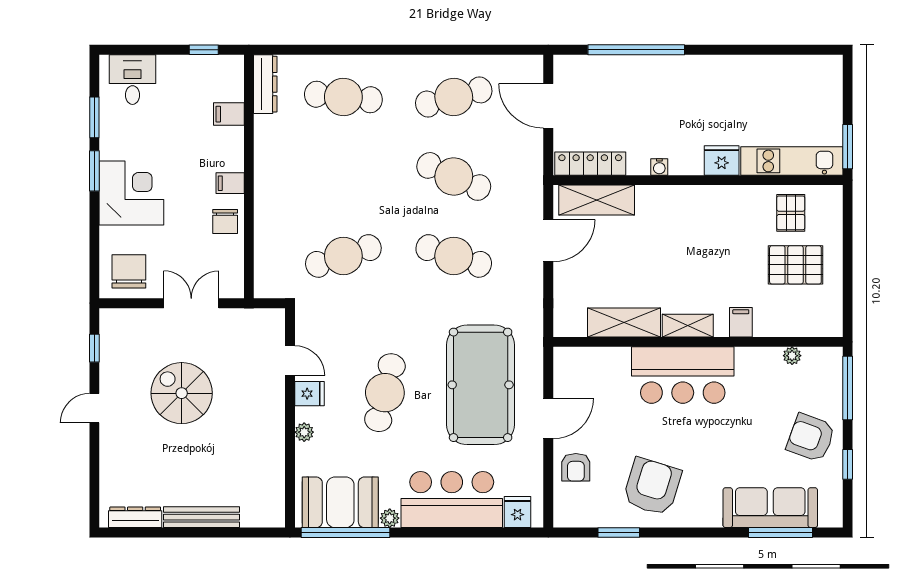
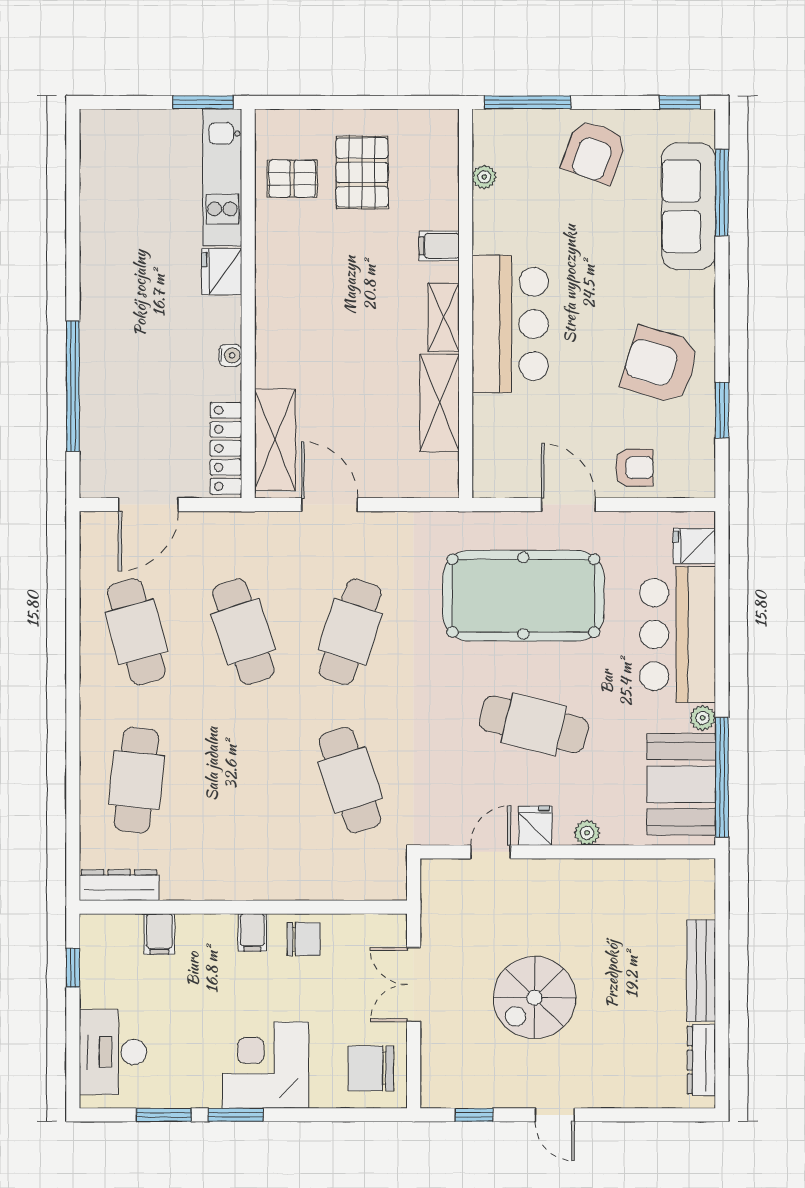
desk: (132, 80) -> (113, 1052), width x1.37
cafe table: (454, 176) -> (243, 632), turned -42
window: (848, 464) -> (680, 102), moved

